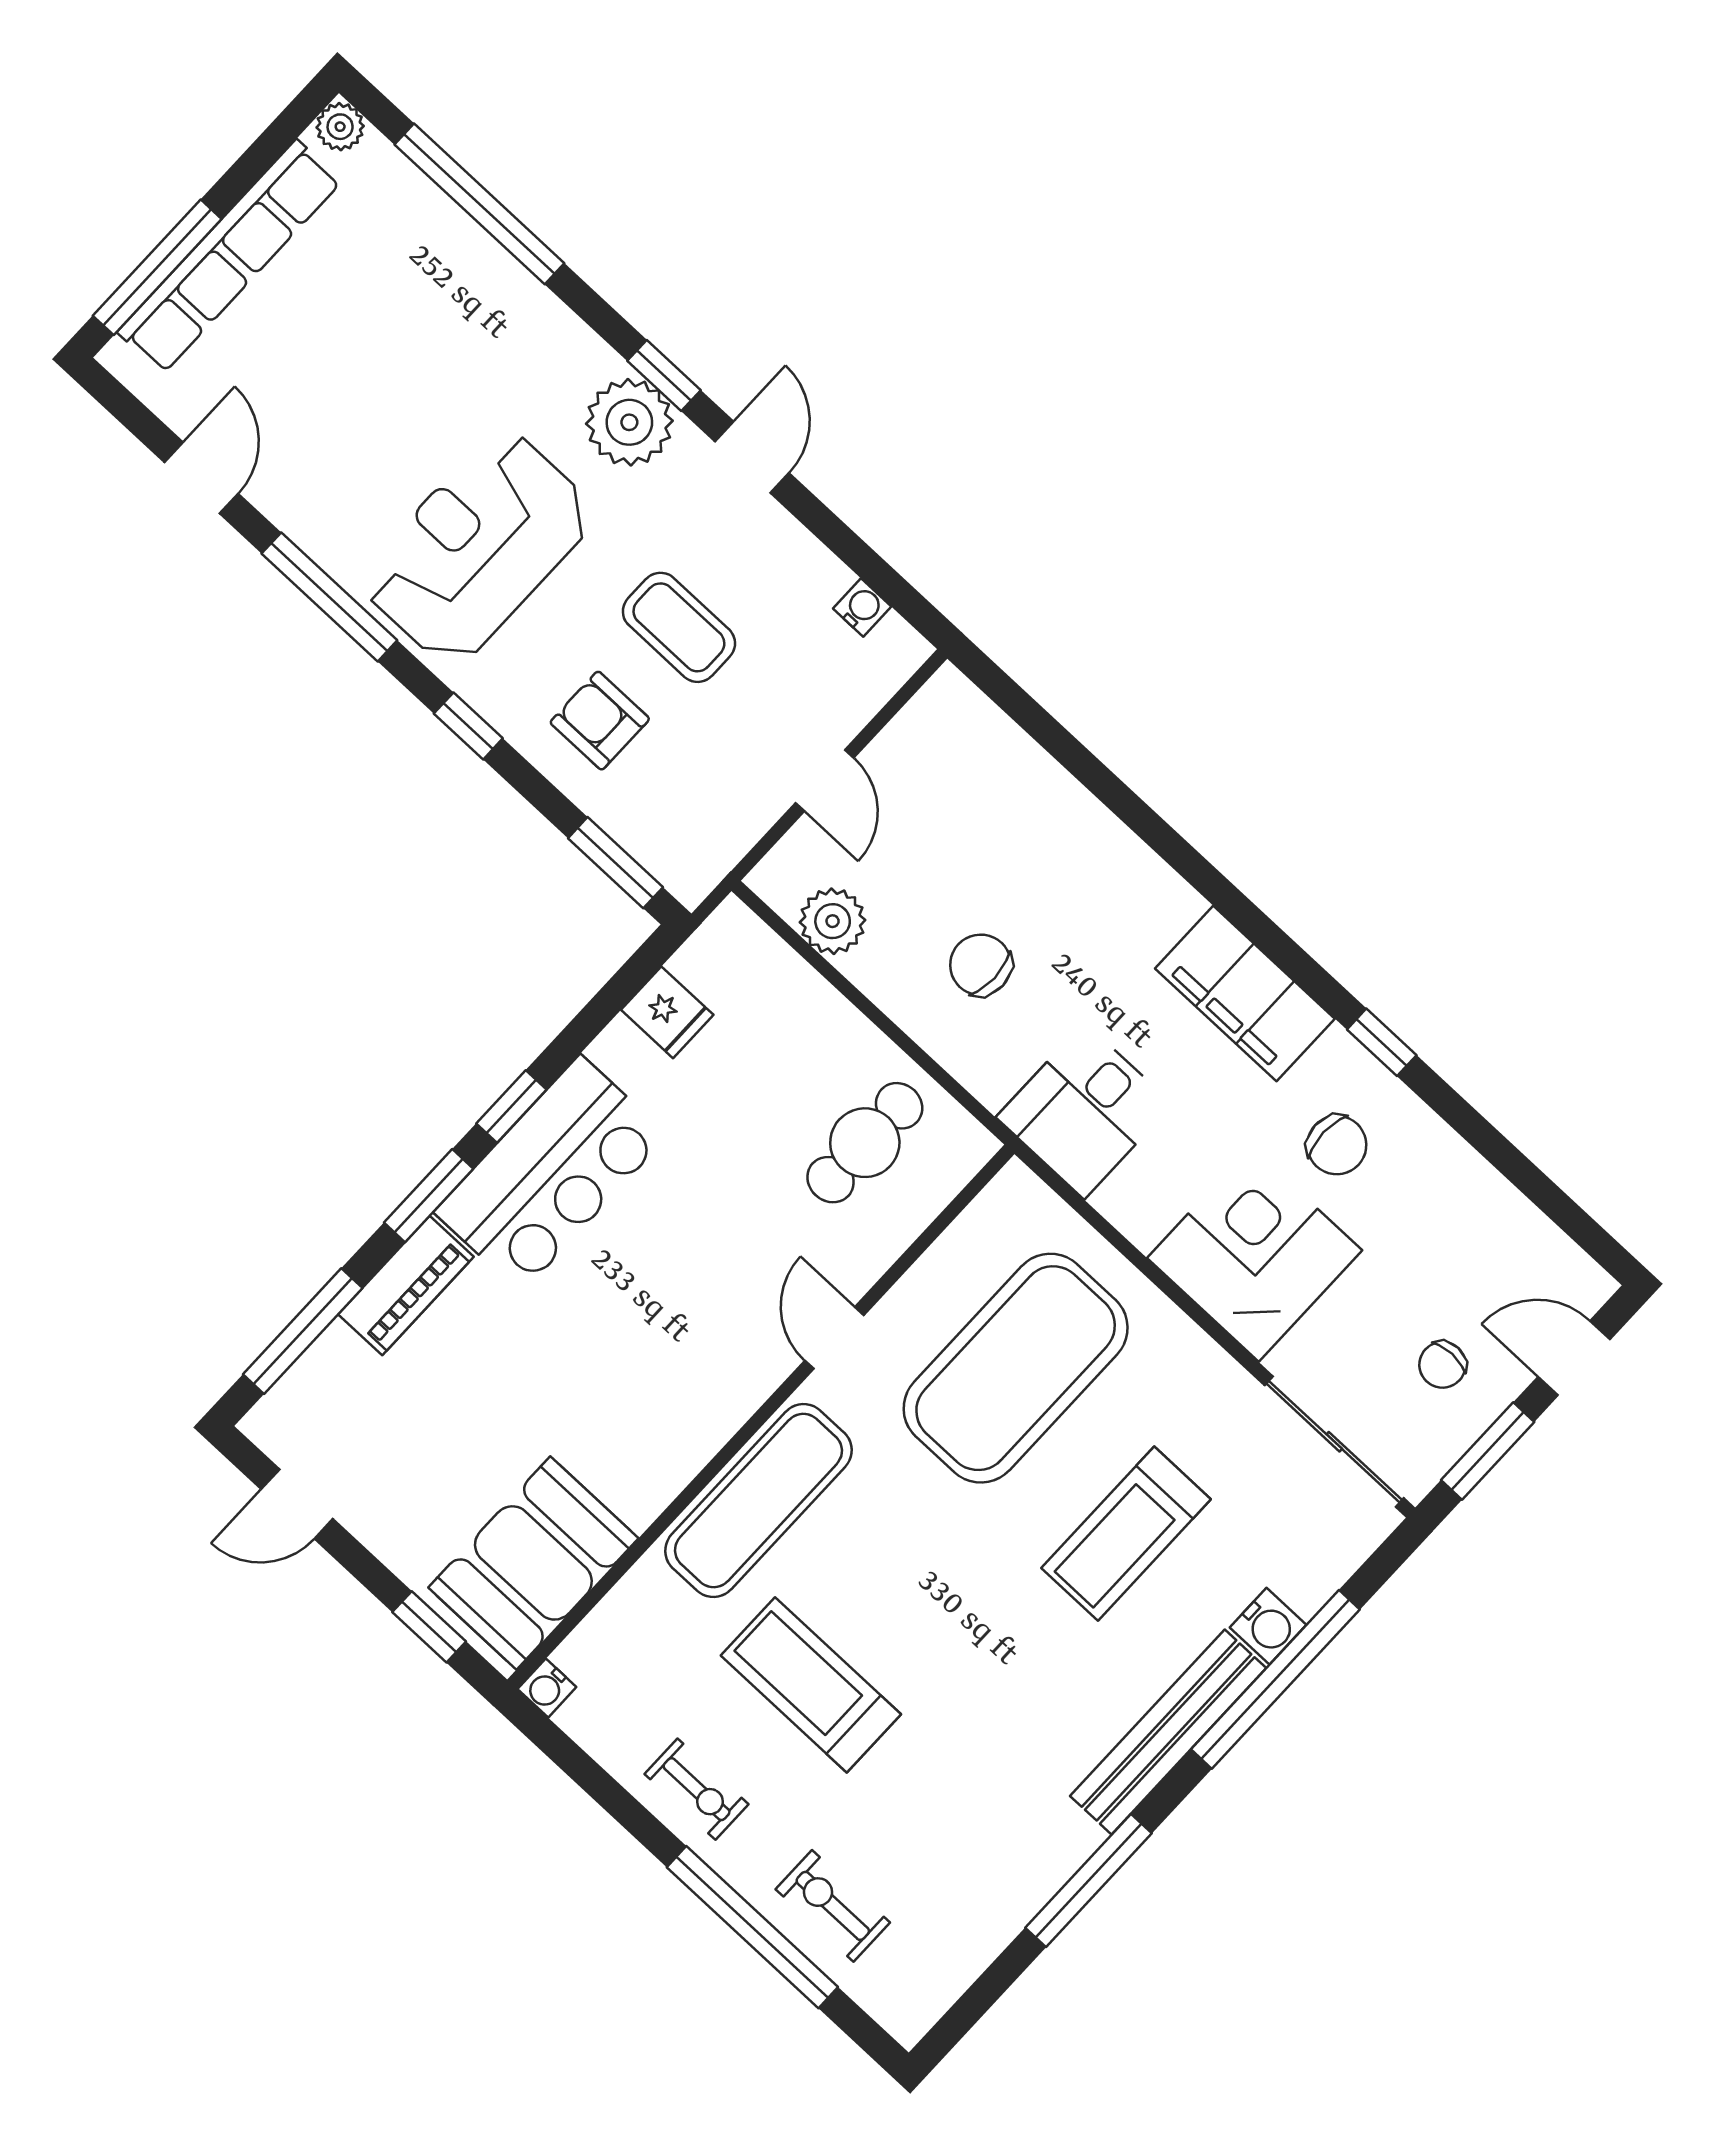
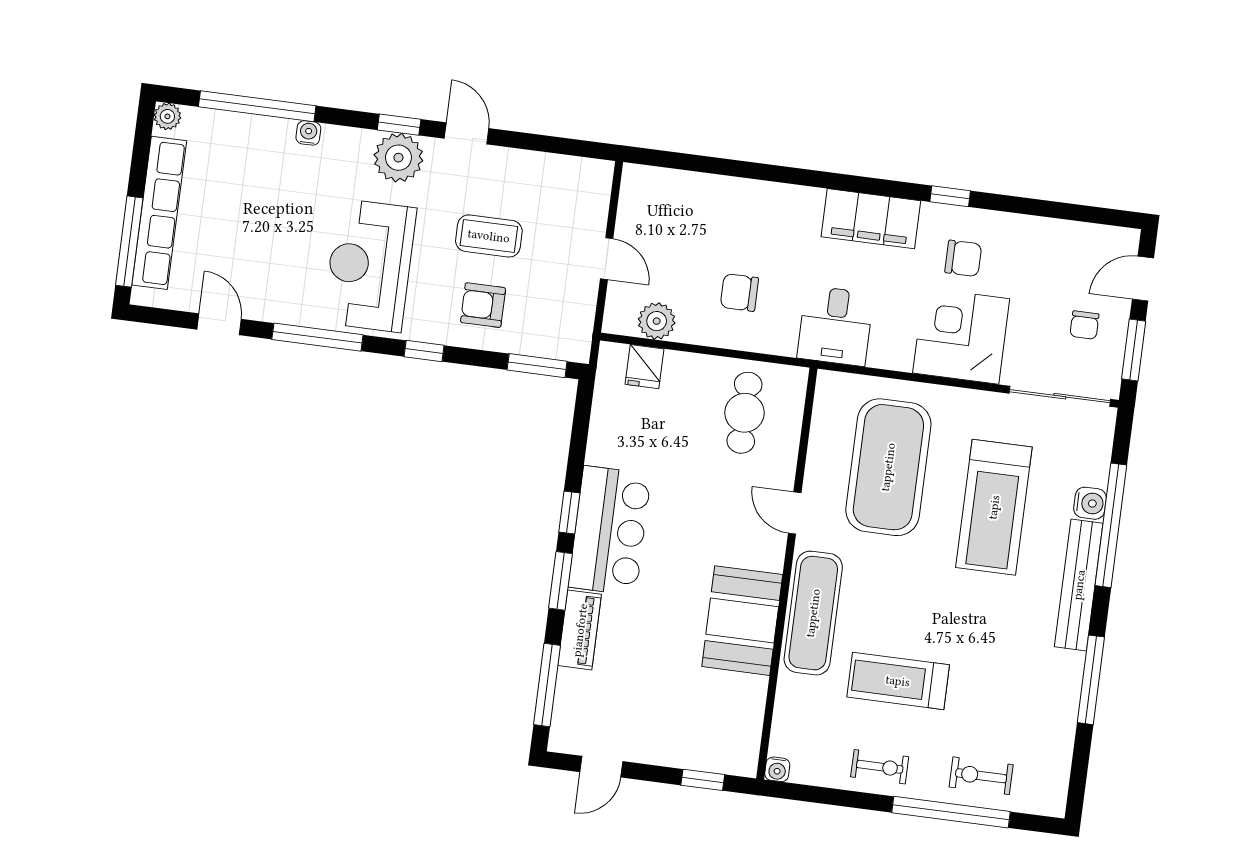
water cooler: (862, 608) -> (308, 133), moved
fridge: (667, 1012) -> (644, 367), moved, turned 90
treadmill: (1126, 1534) -> (994, 507), width x1.37, depth x1.38
booth: (533, 1563) -> (742, 621), moved

